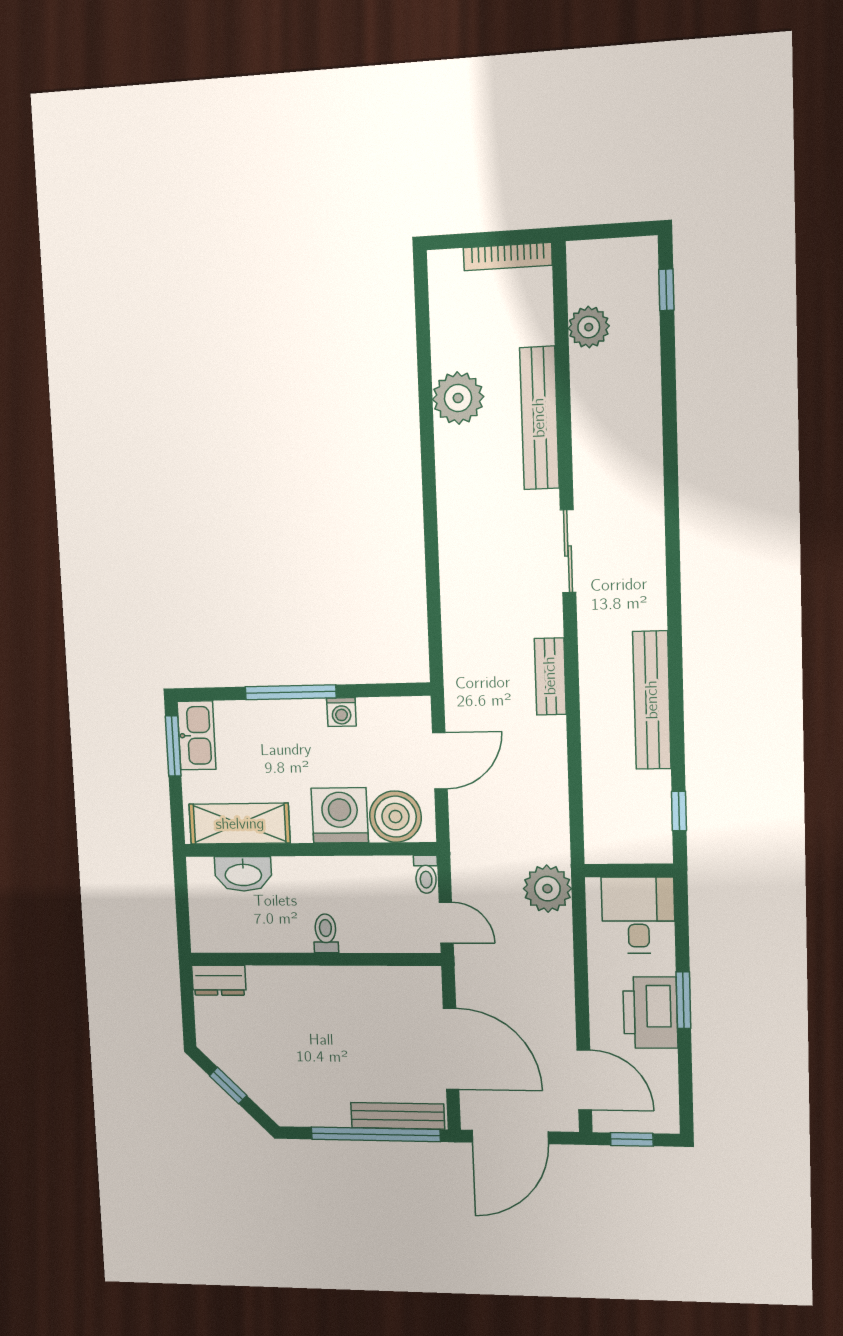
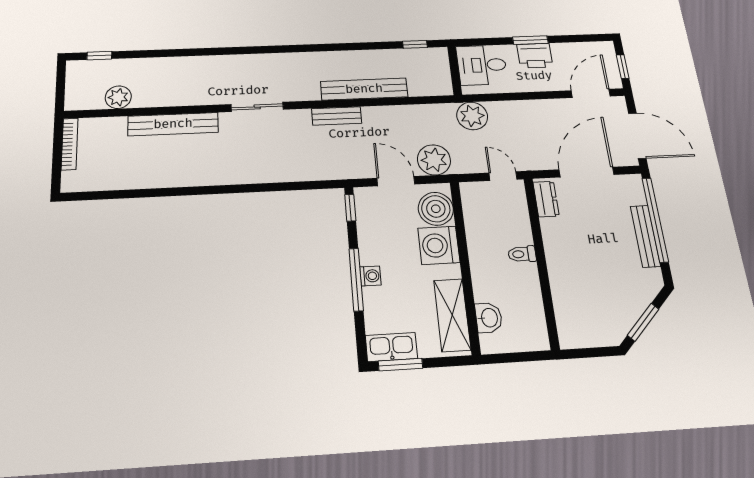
plant: (458, 398) -> (434, 160), moved
window: (398, 690) -> (350, 208), added
bench: (652, 700) -> (364, 89), moved
washing machine: (341, 712) -> (370, 276), moved
washbasin: (243, 874) -> (489, 318), width x0.72
toilet: (426, 874) -> (472, 189), removed
door: (446, 923) -> (503, 176), hinge flipped
dresser: (219, 980) -> (546, 199), moved
printer: (650, 1013) -> (535, 56), width x0.73, depth x0.84
window: (228, 1086) -> (643, 322), width x1.50
bench: (398, 1116) -> (645, 236), moved

